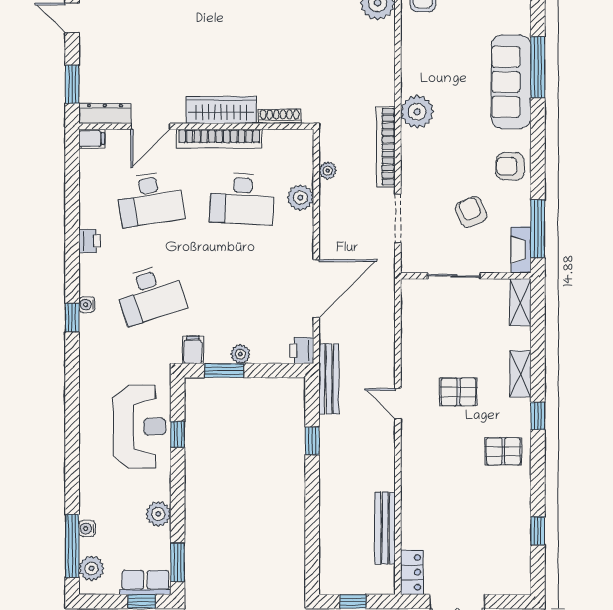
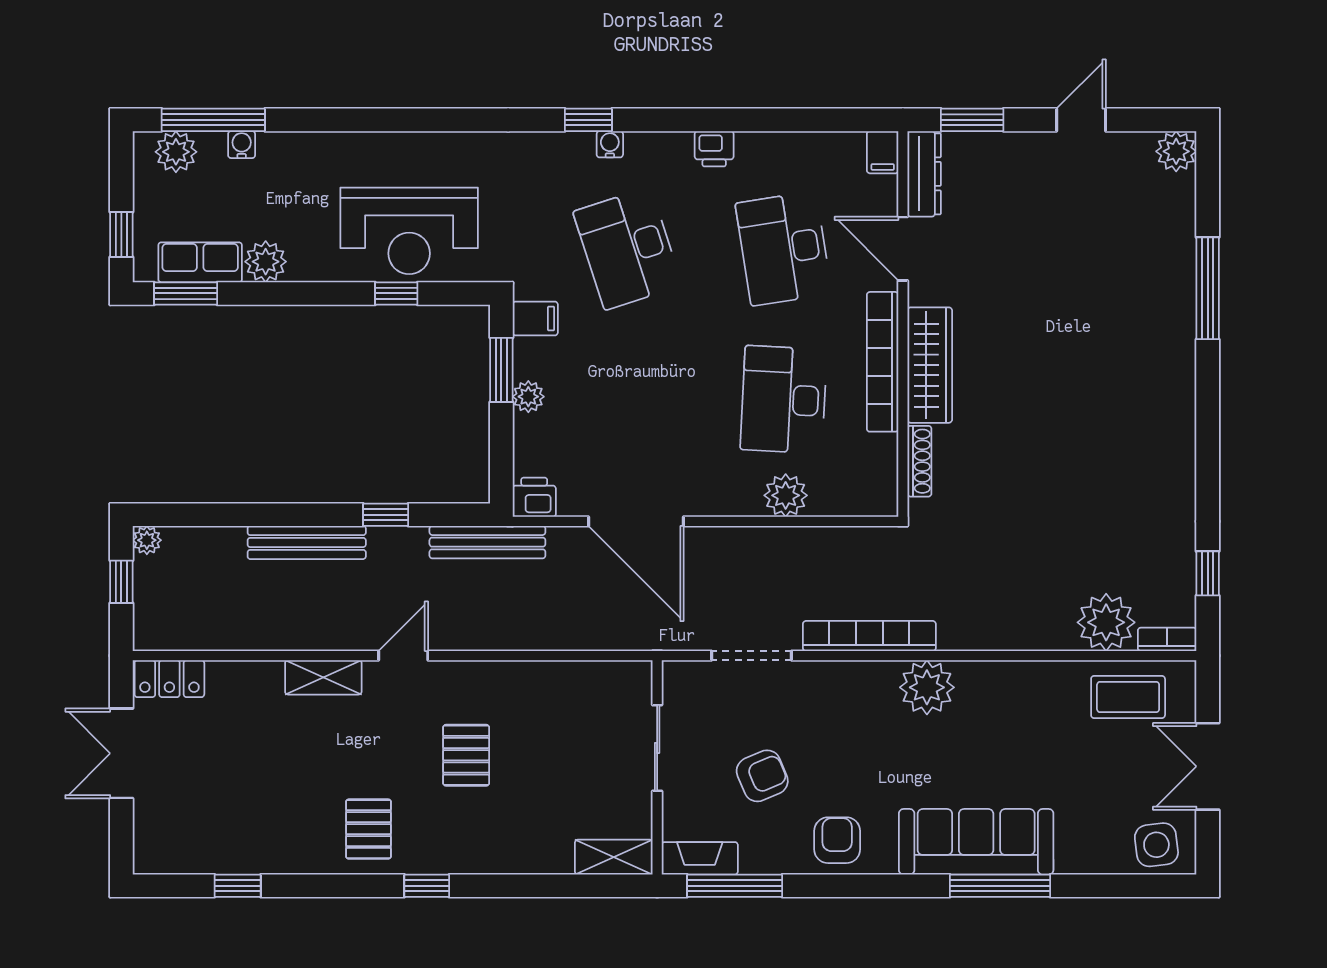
plant: (328, 171) -> (147, 540), moved
shelving: (521, 374) -> (323, 677), moved
door: (398, 404) -> (403, 656), moved
bench: (385, 528) -> (307, 542), moved
row of seats: (145, 583) -> (200, 262), moved, turned -90

